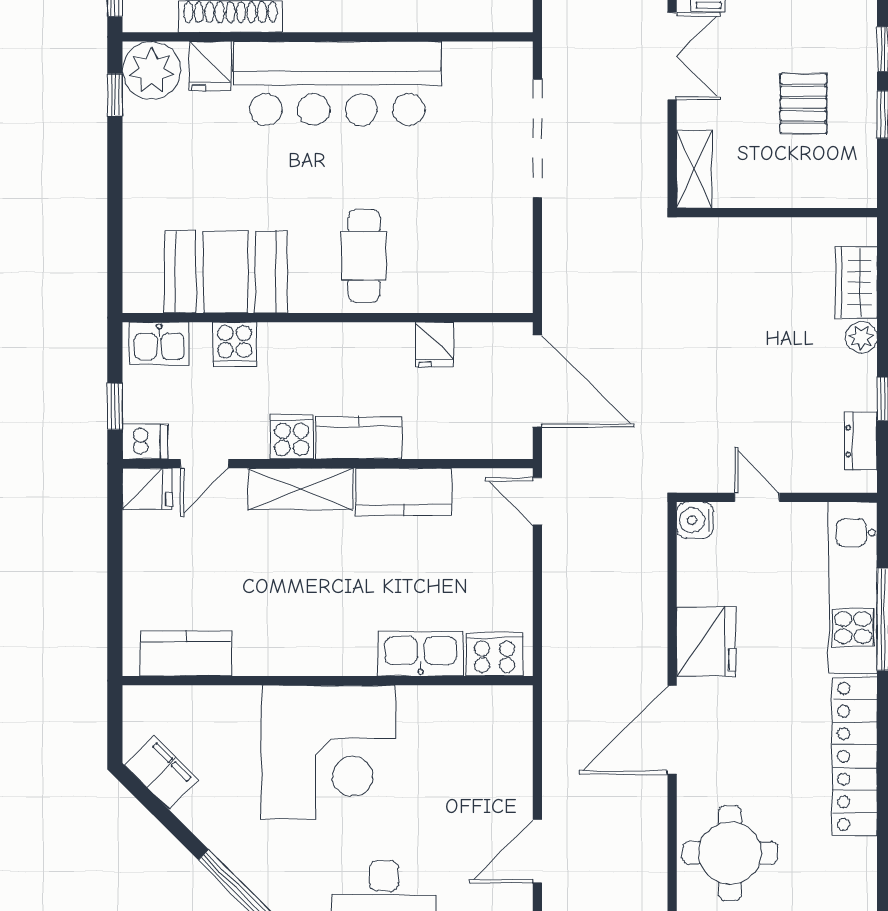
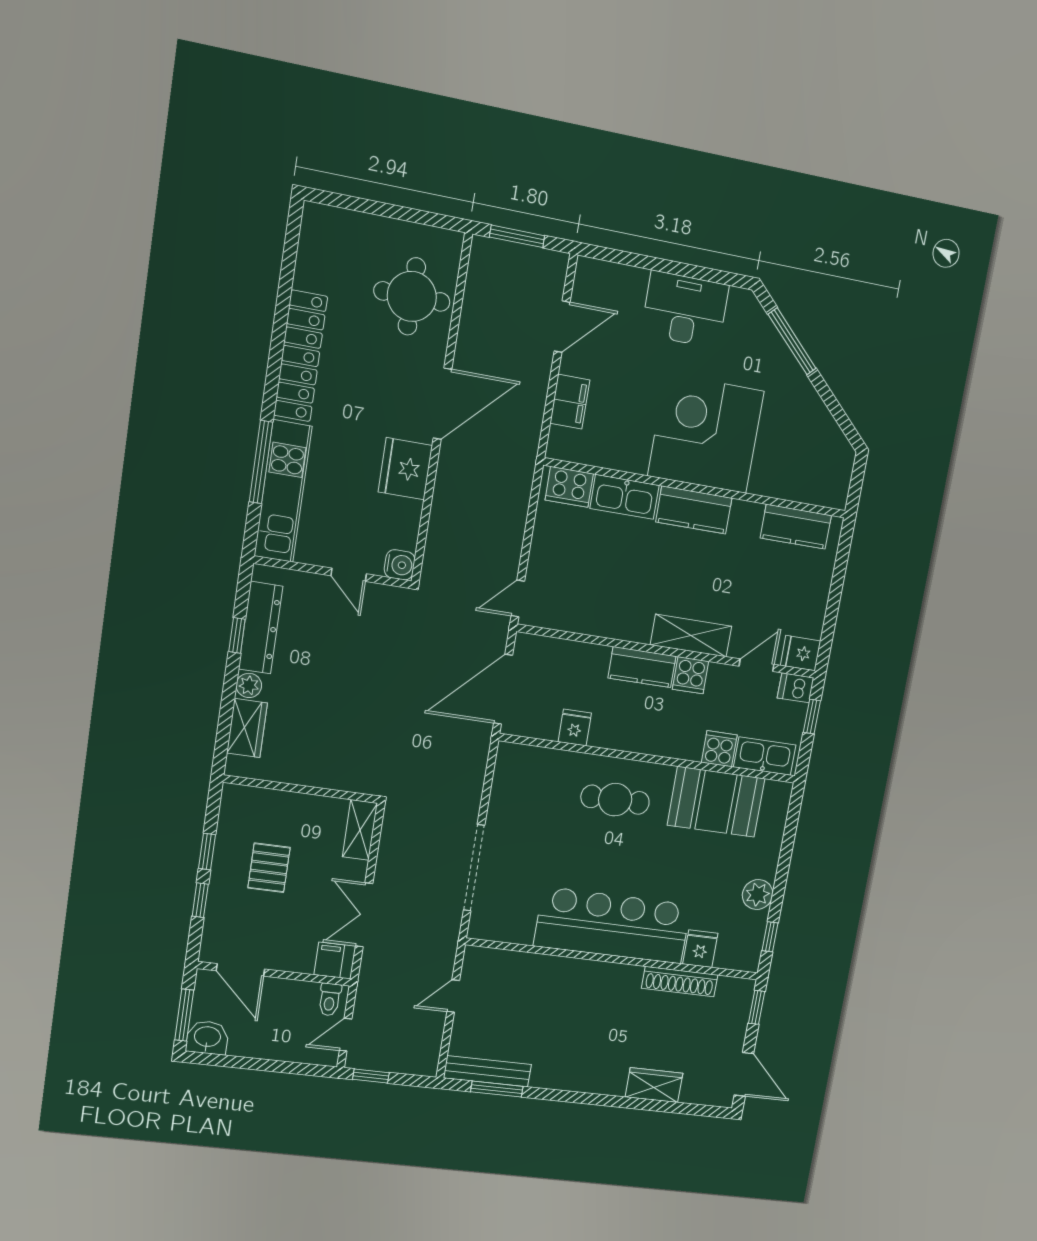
plant: (152, 70) -> (758, 895), moved, width x0.73, depth x0.73
cafe table: (364, 256) -> (615, 800), turned 90
kitchen sink: (159, 343) -> (765, 756), width x1.38
door: (537, 381) -> (503, 689), hinge flipped
dresser: (861, 441) -> (261, 628), width x1.96, depth x1.24
kitchen counter: (404, 492) -> (694, 510), moved, turned 180
door: (537, 501) -> (518, 599), swing flipped
filing cabinet: (161, 772) -> (570, 402), moved, turned -135

